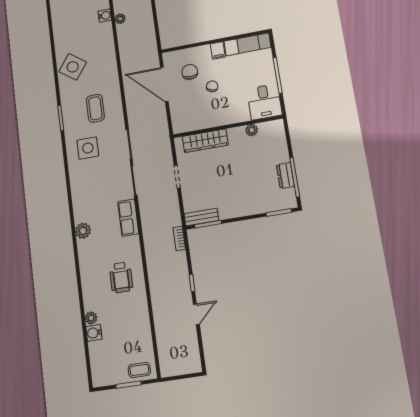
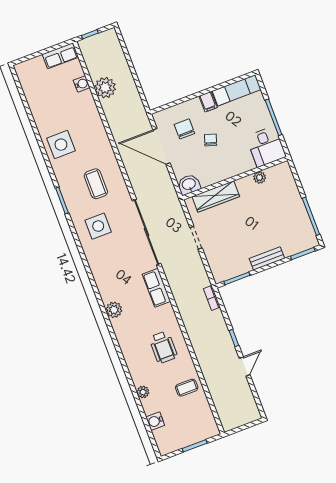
plant: (120, 19) -> (105, 88), width x1.88, depth x1.88
side table: (73, 67) -> (61, 145), turned -36
washbasin: (182, 125) -> (189, 185), added
dresser: (285, 176) -> (302, 216), removed
bench: (201, 217) -> (267, 258), moved
water cooler: (94, 333) -> (155, 421), moved
coffee table: (139, 370) -> (187, 388), moved

